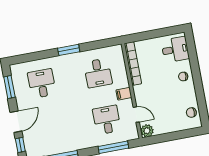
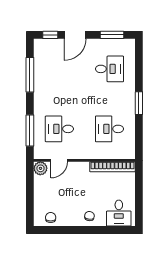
filing cabinet: (124, 94) -> (83, 152), removed
desk: (107, 120) -> (59, 129), turned 180
door: (16, 122) -> (75, 35), hinge flipped

